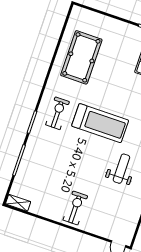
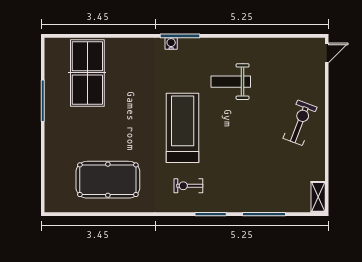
exercise bike: (58, 113) -> (188, 186), width x0.73, depth x0.72
exercise bike: (75, 208) -> (300, 123), turned 111

